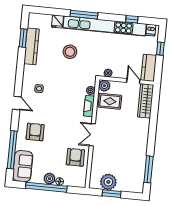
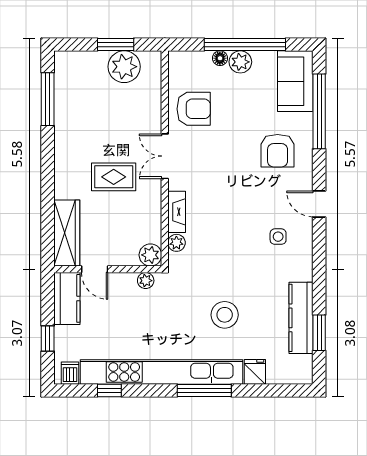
rug: (110, 101) -> (114, 177), moved
double door: (92, 135) -> (165, 156), swing flipped
armchair: (75, 157) -> (194, 109), turned -90

